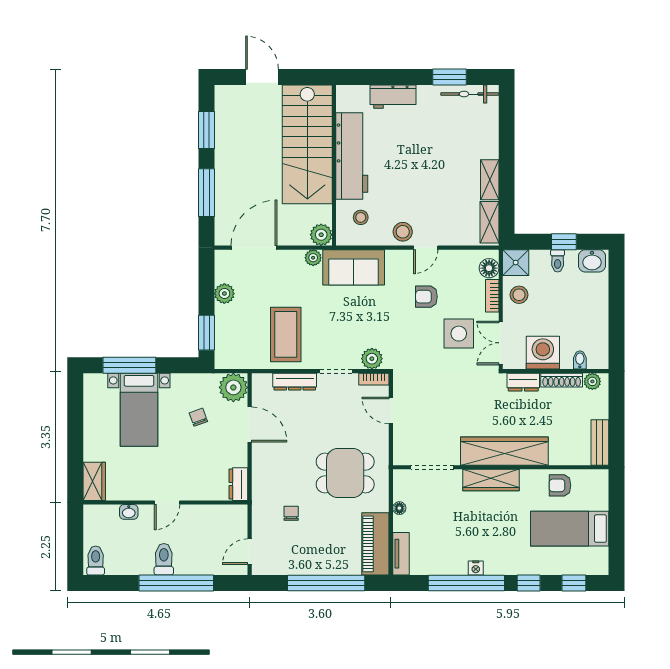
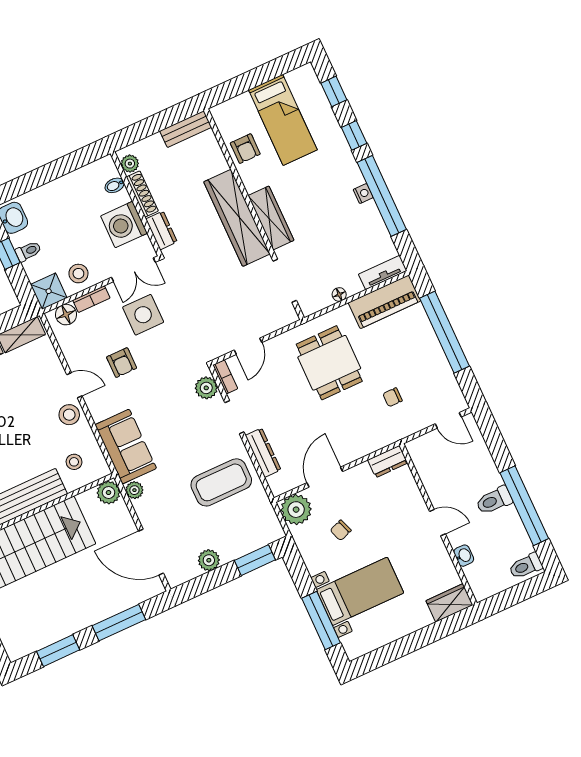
window: (176, 583) -> (524, 506), moved

